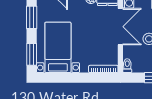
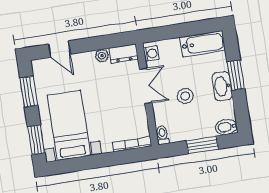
double door: (120, 27) -> (146, 86), width x0.73

